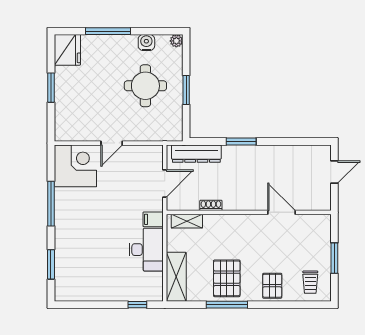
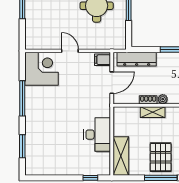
door: (112, 143) -> (70, 51), swing flipped
plant: (229, 205) -> (163, 99), added
filing cabinet: (153, 219) -> (103, 60), moved
shelving: (187, 221) -> (153, 112), moved

